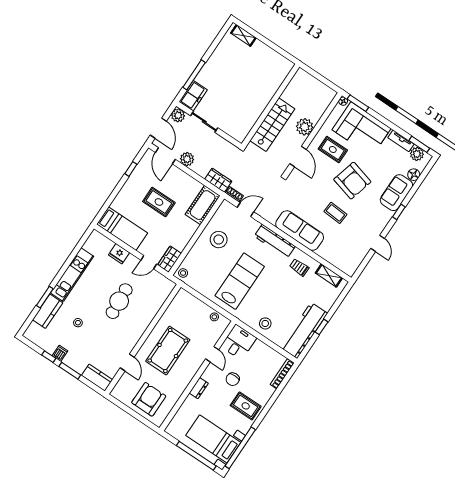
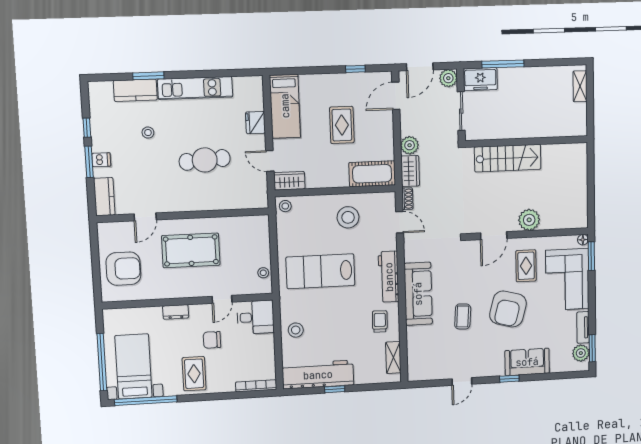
wall: (271, 105) -> (526, 141), moved
stairs: (272, 125) -> (508, 158), moved
plant: (187, 159) -> (410, 145), moved
floor lamp: (414, 175) -> (558, 365), removed
lab bench: (240, 281) -> (320, 271), turned 180
dishwasher: (60, 353) -> (101, 160), moved

